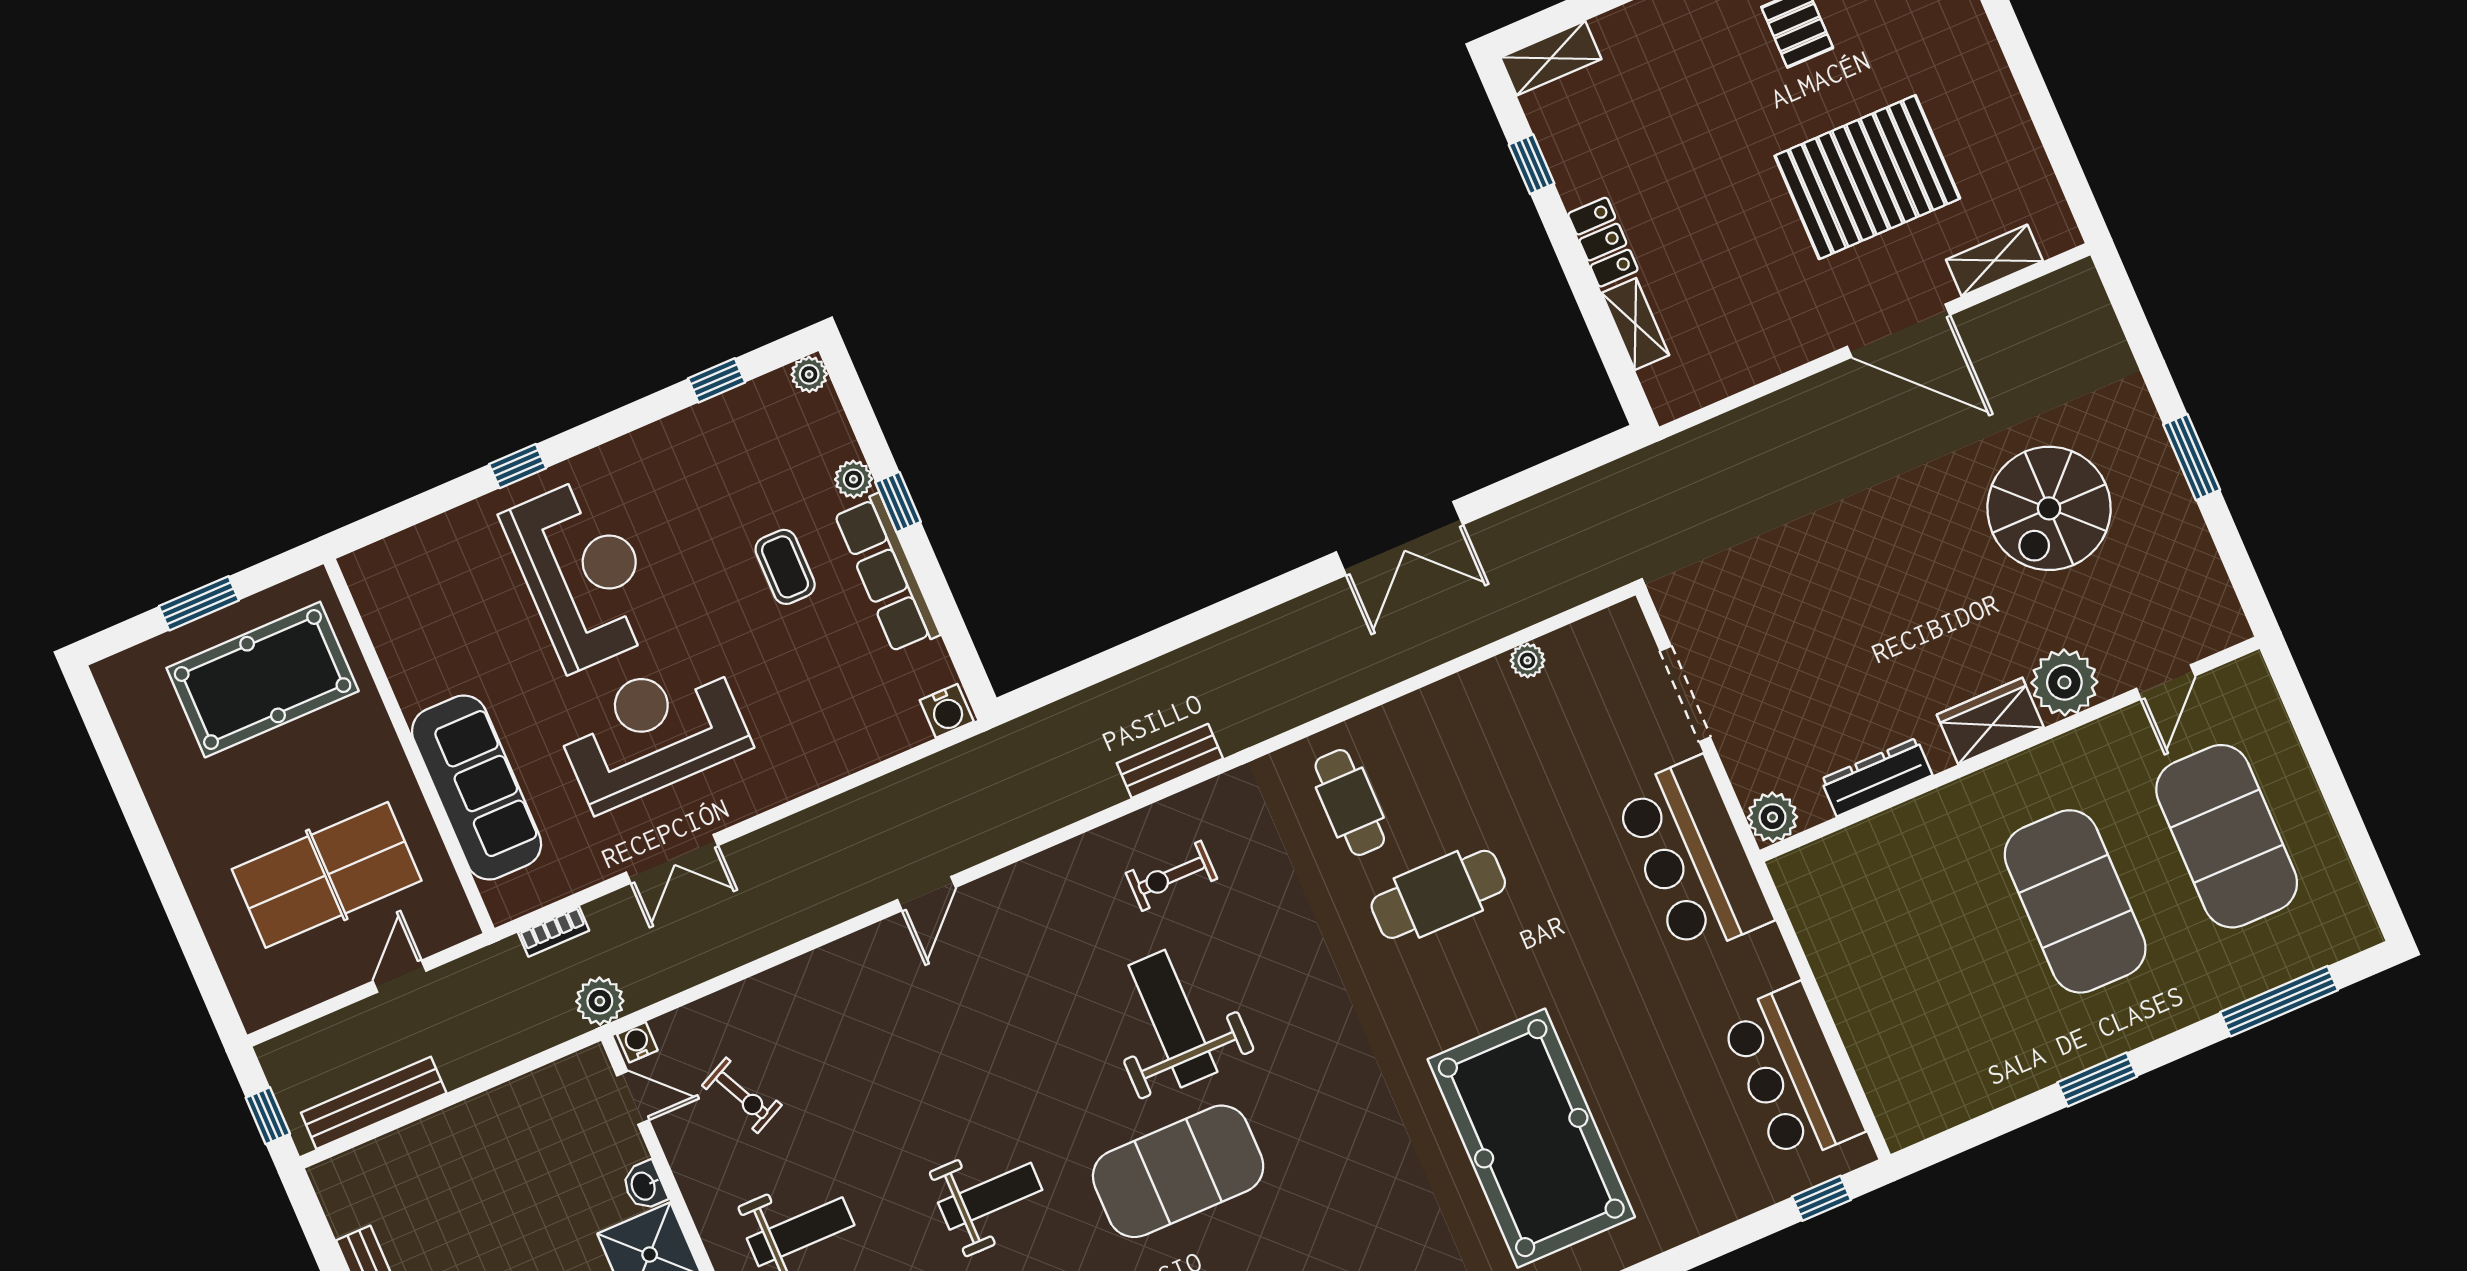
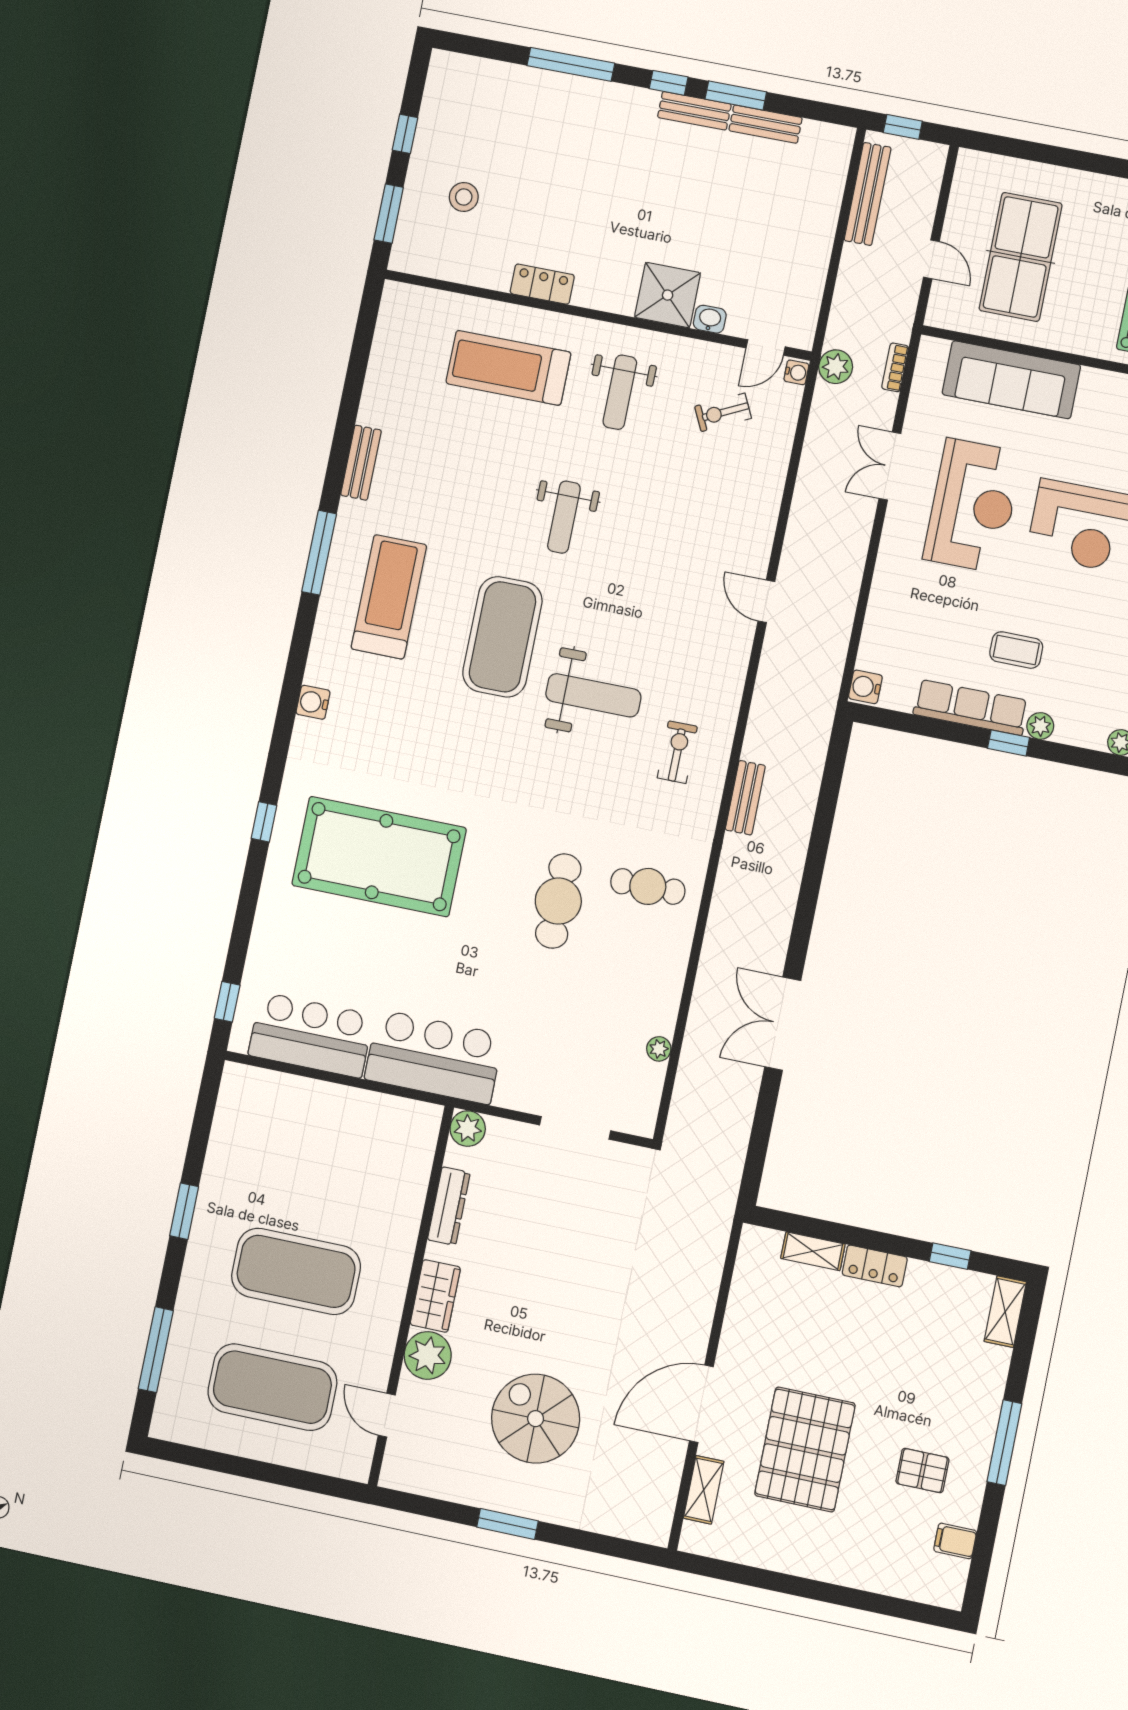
bar counter: (1693, 857) -> (434, 1057), moved

